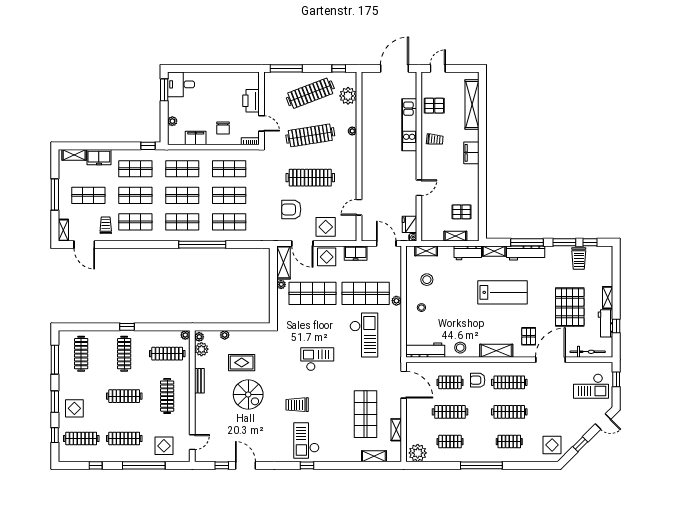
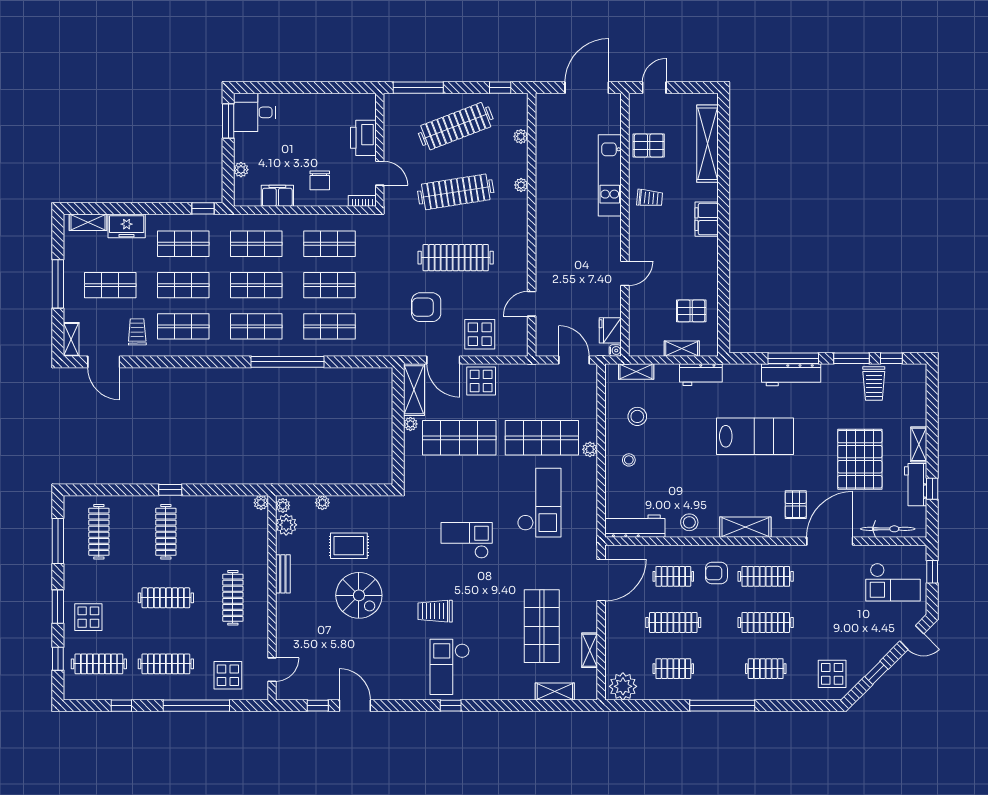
plant: (348, 96) -> (521, 136), width x0.53, depth x0.53
shelving: (494, 251) -> (742, 372), removed
freezer: (356, 253) -> (526, 375), removed
clothes rail: (167, 354) -> (233, 532), removed
door: (404, 385) -> (601, 580), hinge flipped

